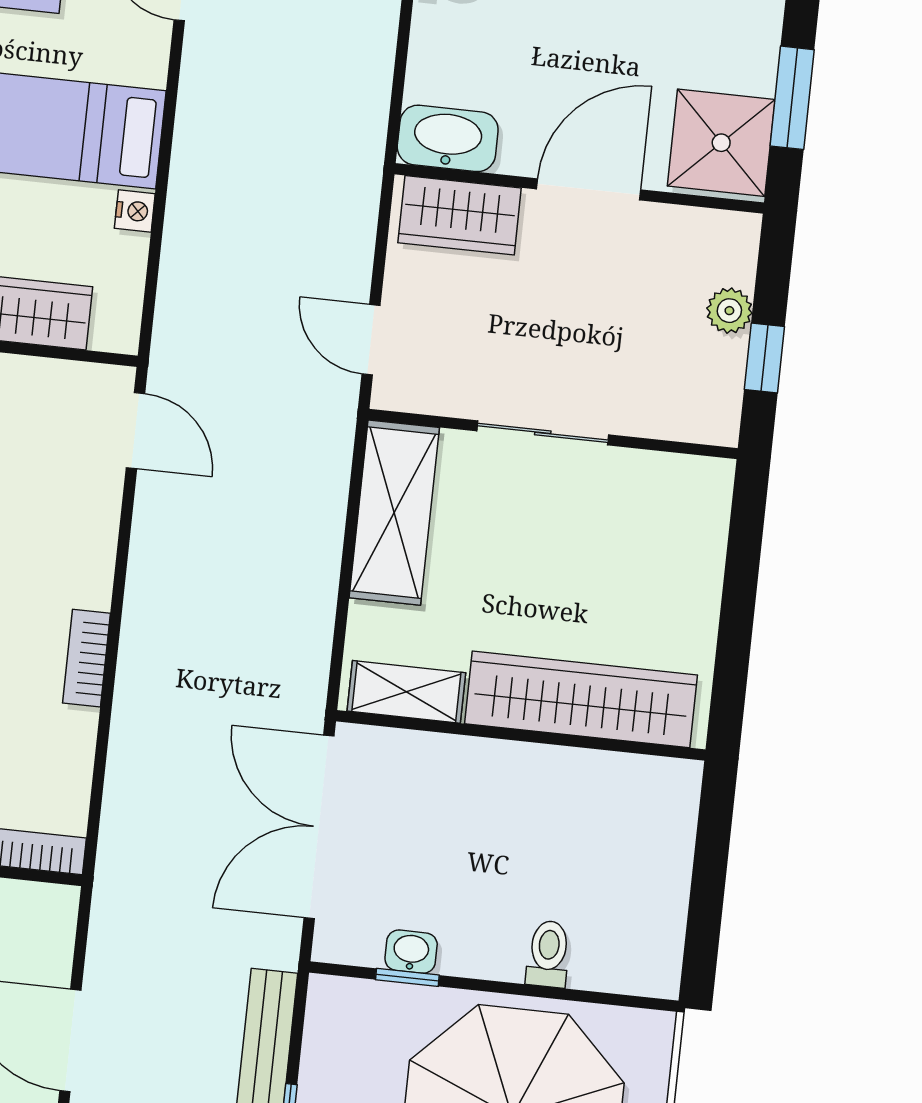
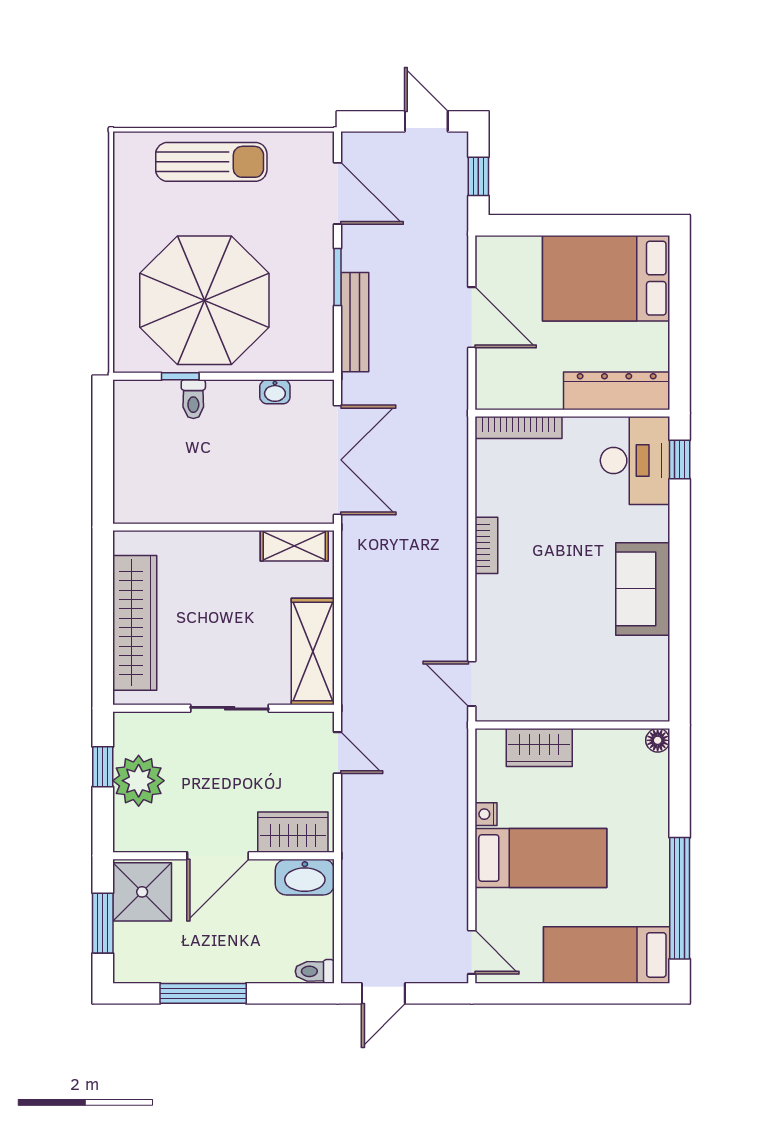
plant: (729, 311) -> (139, 781), width x1.87, depth x1.87
wardrobe: (581, 699) -> (135, 623), moved, turned -90
window: (407, 977) -> (180, 376), moved

